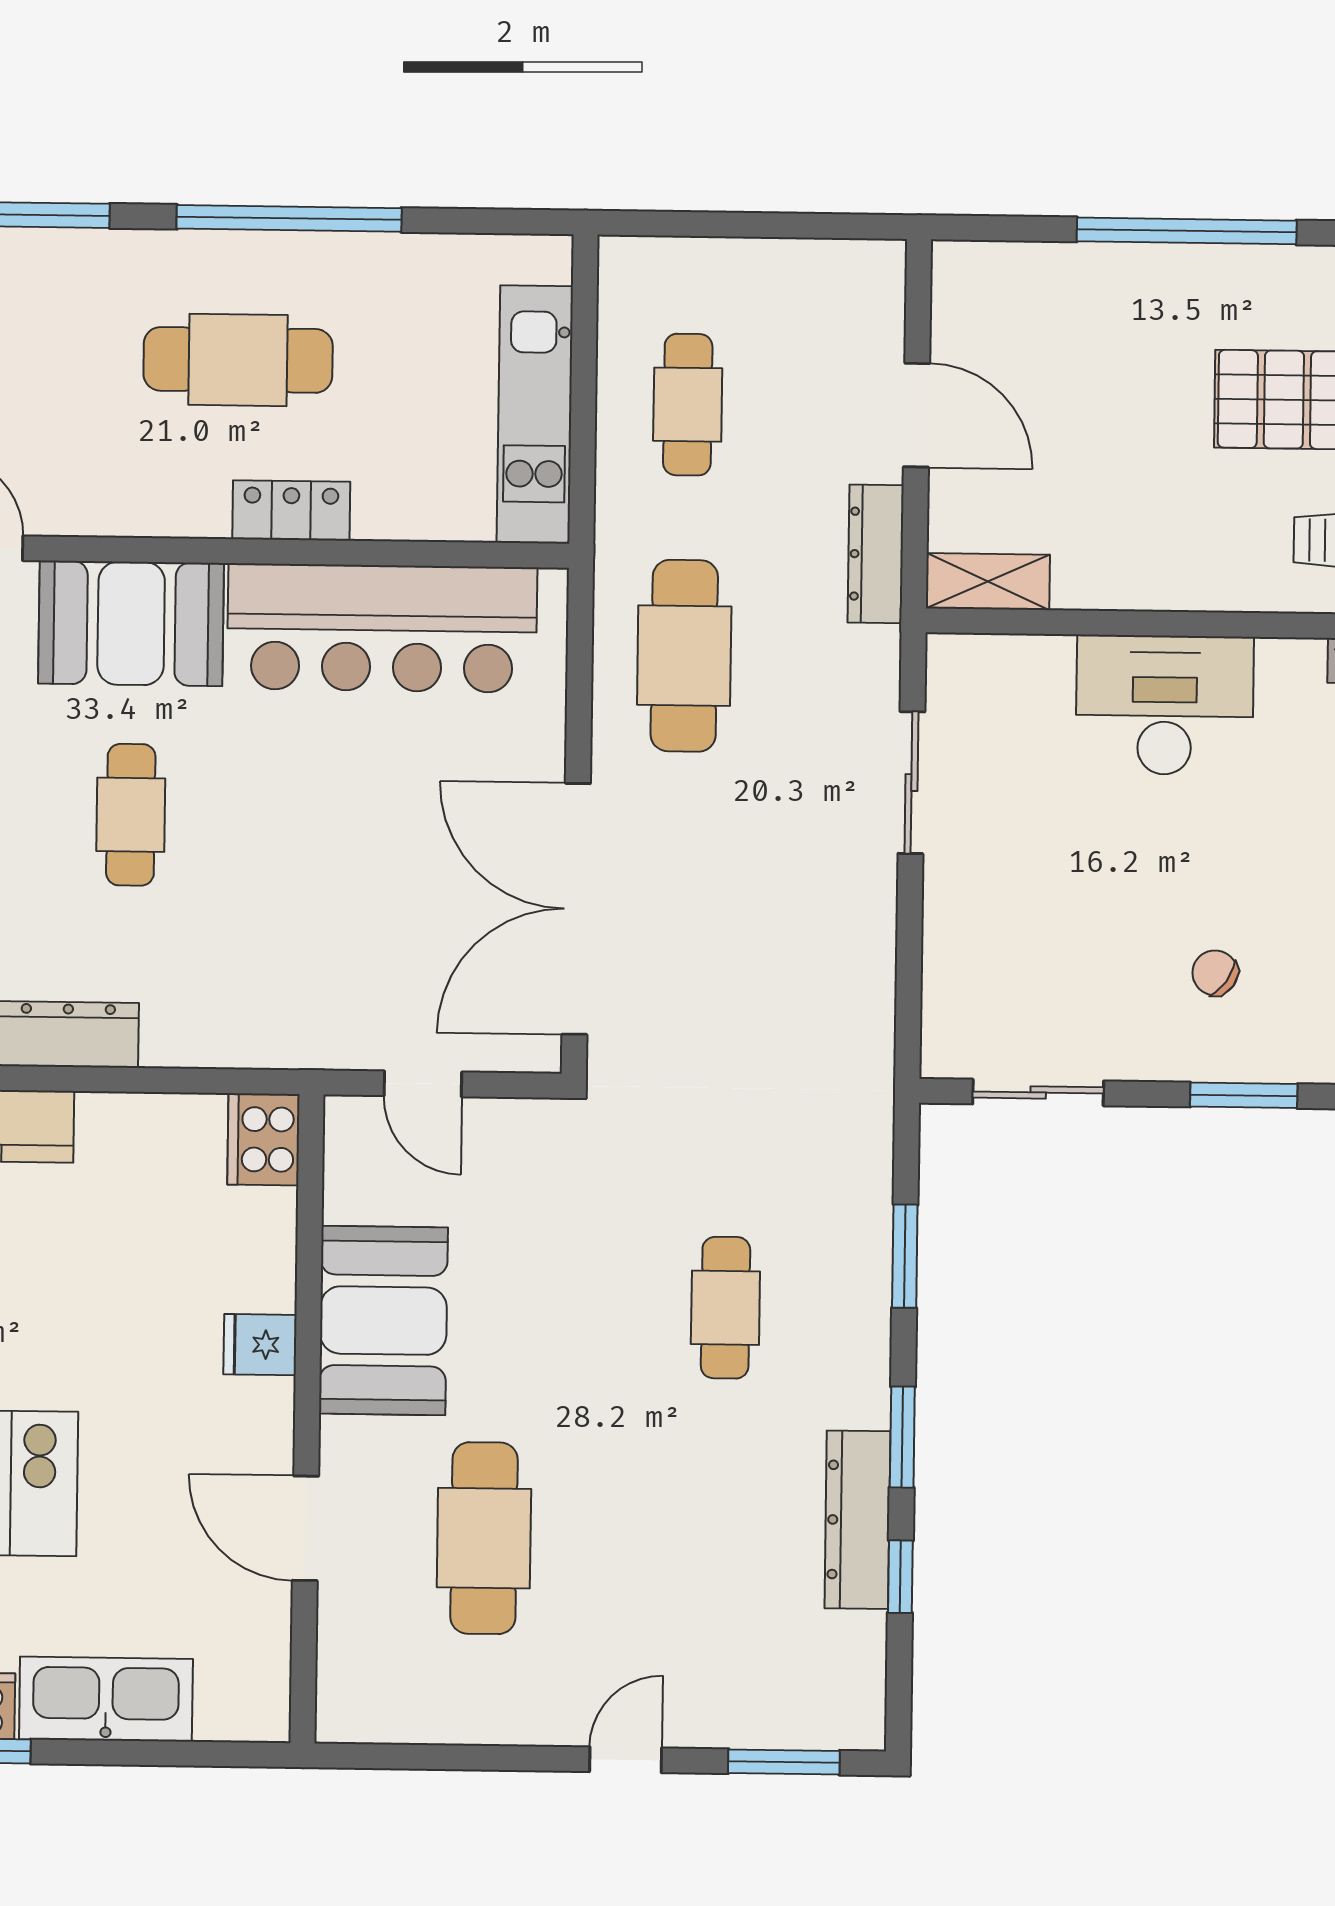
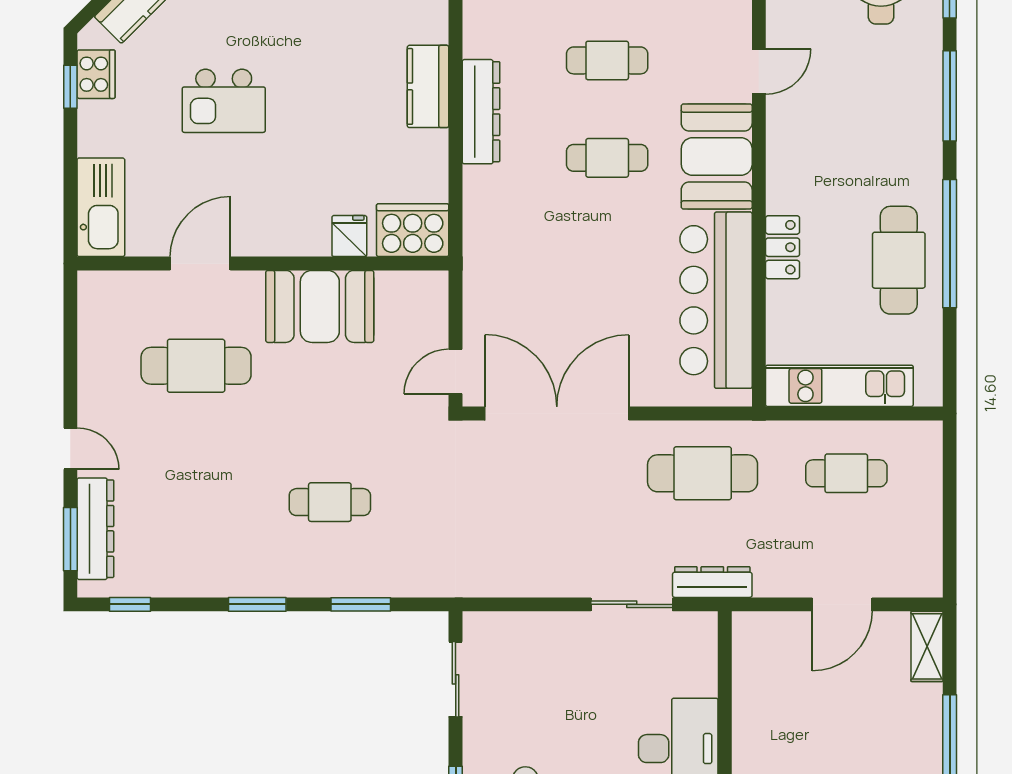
cafe table: (238, 360) -> (899, 260), moved
dresser: (876, 554) -> (712, 582), moved
shelving: (988, 582) -> (927, 646), moved
door: (423, 1084) -> (456, 372), moved
cooker: (263, 1139) -> (413, 230), width x1.37, depth x1.31
fridge: (260, 1345) -> (349, 236), moved
dresser: (857, 1520) -> (95, 529), moved, turned 90
window: (900, 1577) -> (130, 604), moved
kitchen sink: (106, 1699) -> (101, 207), moved

